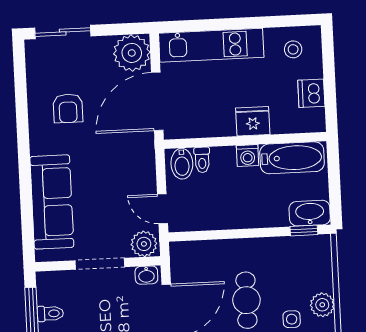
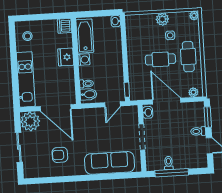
sliding door: (63, 32) -> (19, 147), moved
dishwasher: (311, 93) -> (65, 26), moved, turned 90
armchair: (68, 108) -> (60, 155), turned 180
washbasin: (310, 213) -> (116, 21), width x0.52, depth x0.69
window: (304, 230) -> (127, 90), moved
plant: (144, 244) -> (131, 114), removed

